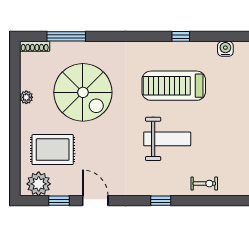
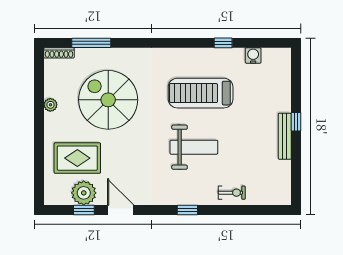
window: (181, 36) -> (223, 43), moved
spiral stairs: (83, 92) -> (108, 100), turned 180
plant: (39, 184) -> (84, 193), moved

